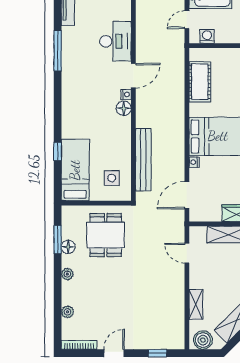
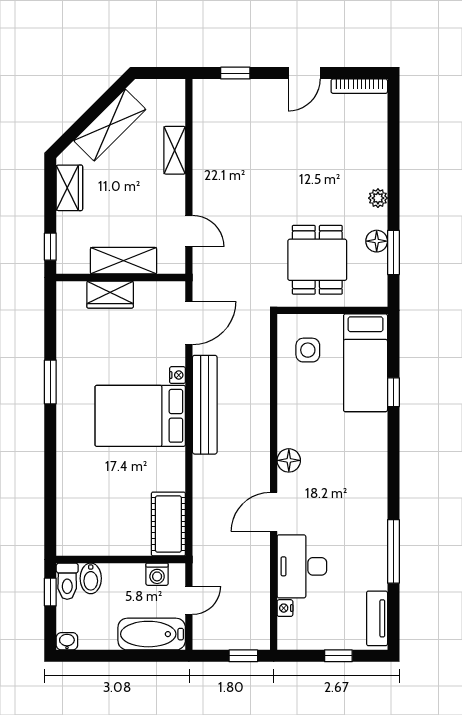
cot: (200, 82) -> (168, 524), moved
nightstand: (126, 94) -> (285, 608), moved
bench: (143, 160) -> (205, 405), moved
plant: (67, 312) -> (378, 138), removed
boiler: (203, 340) -> (163, 94), removed

